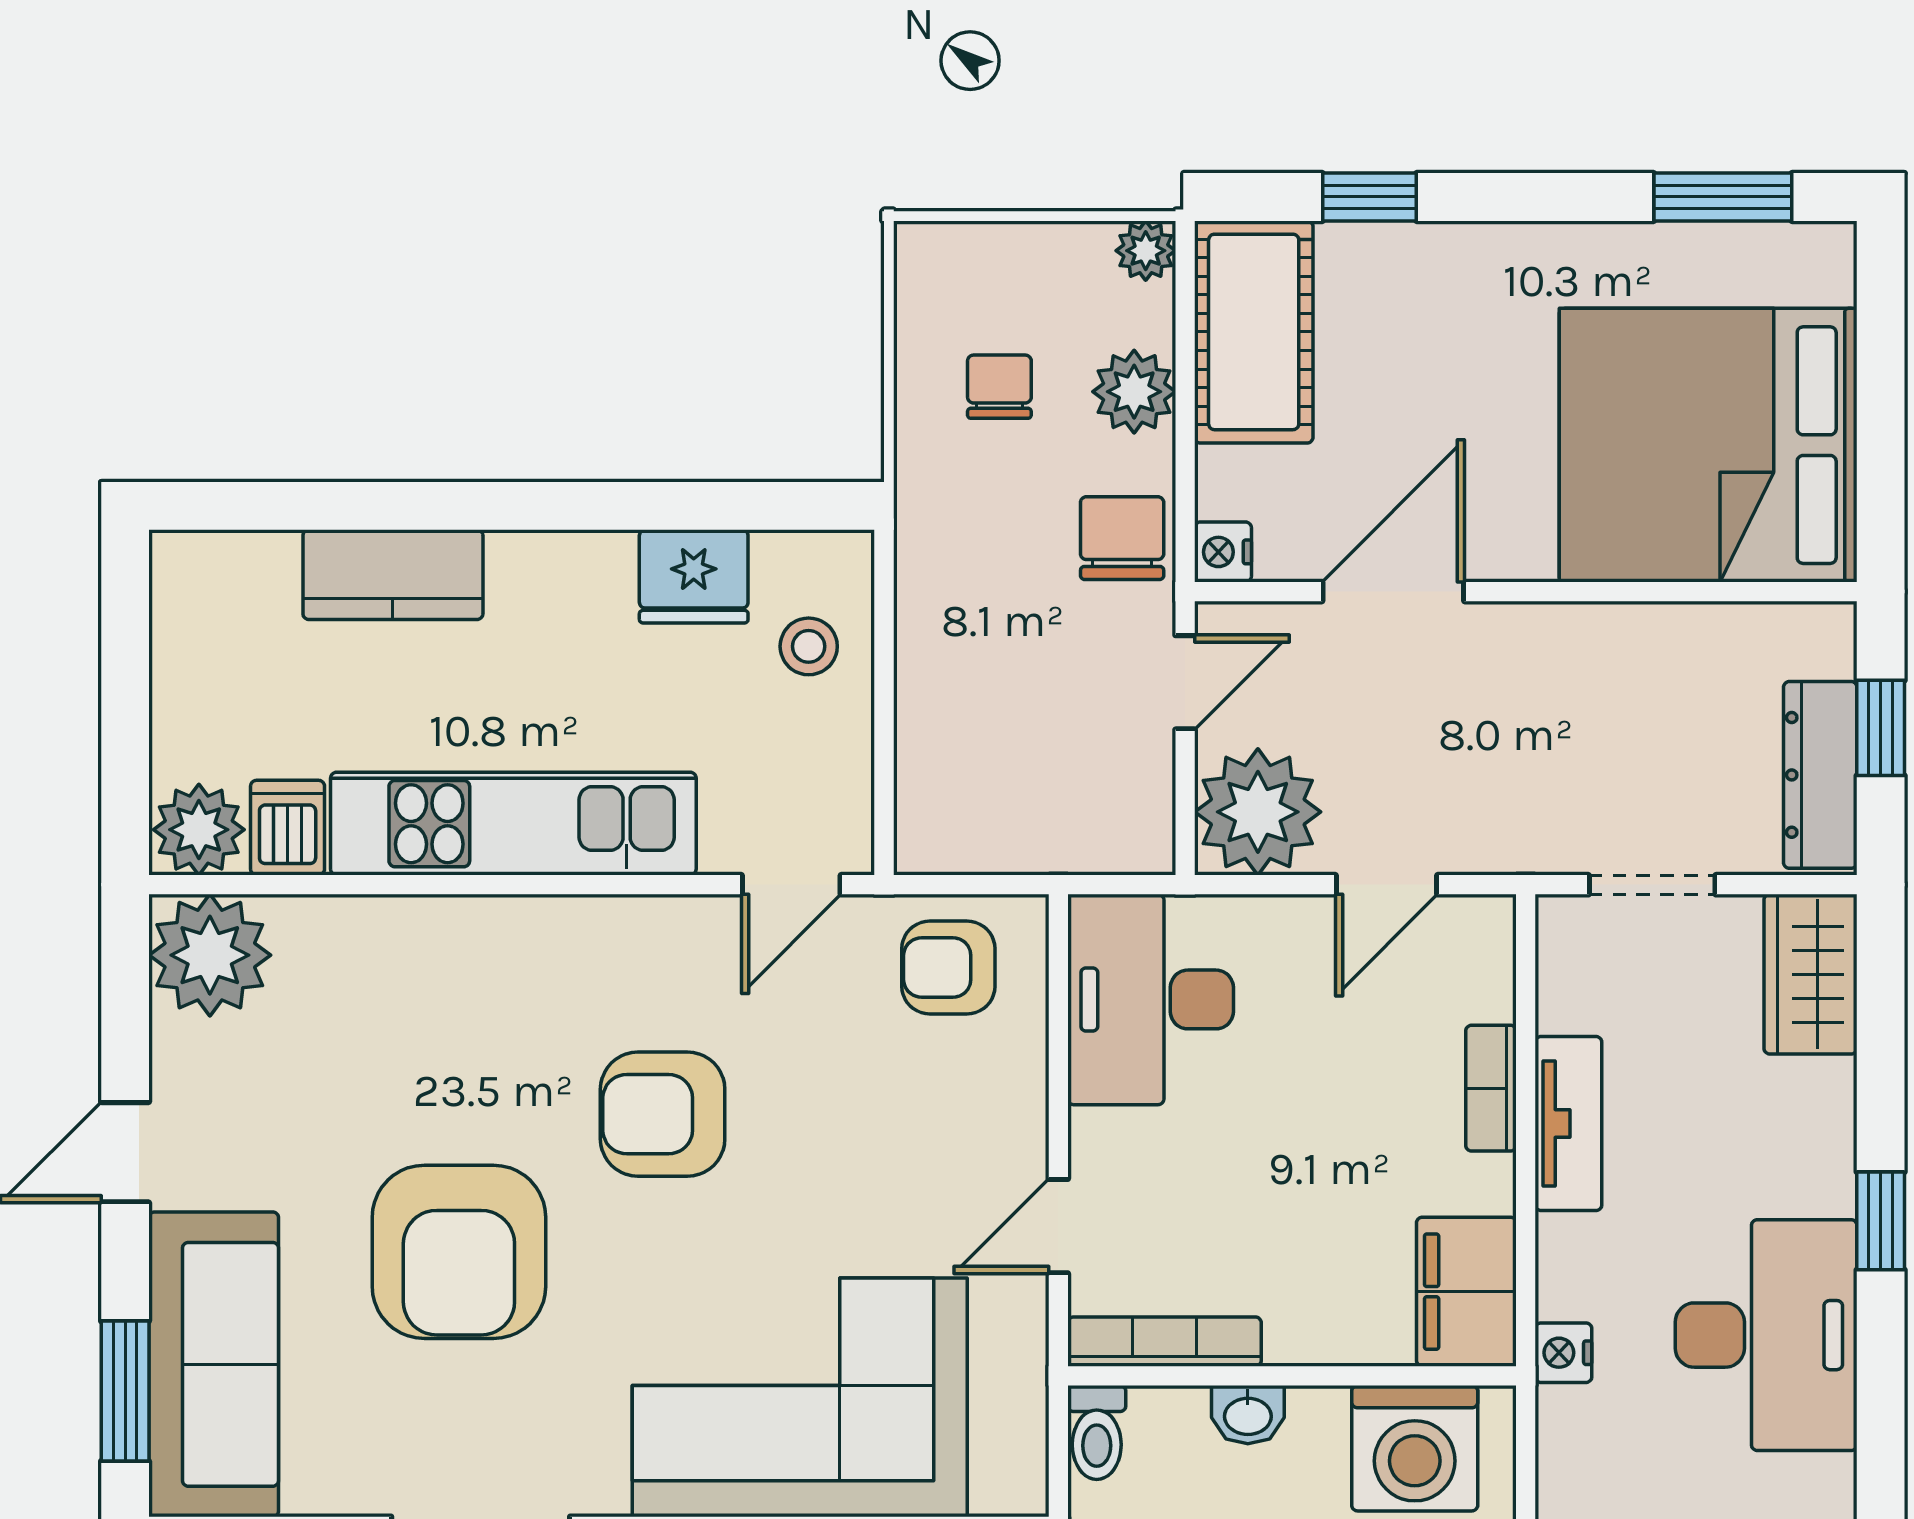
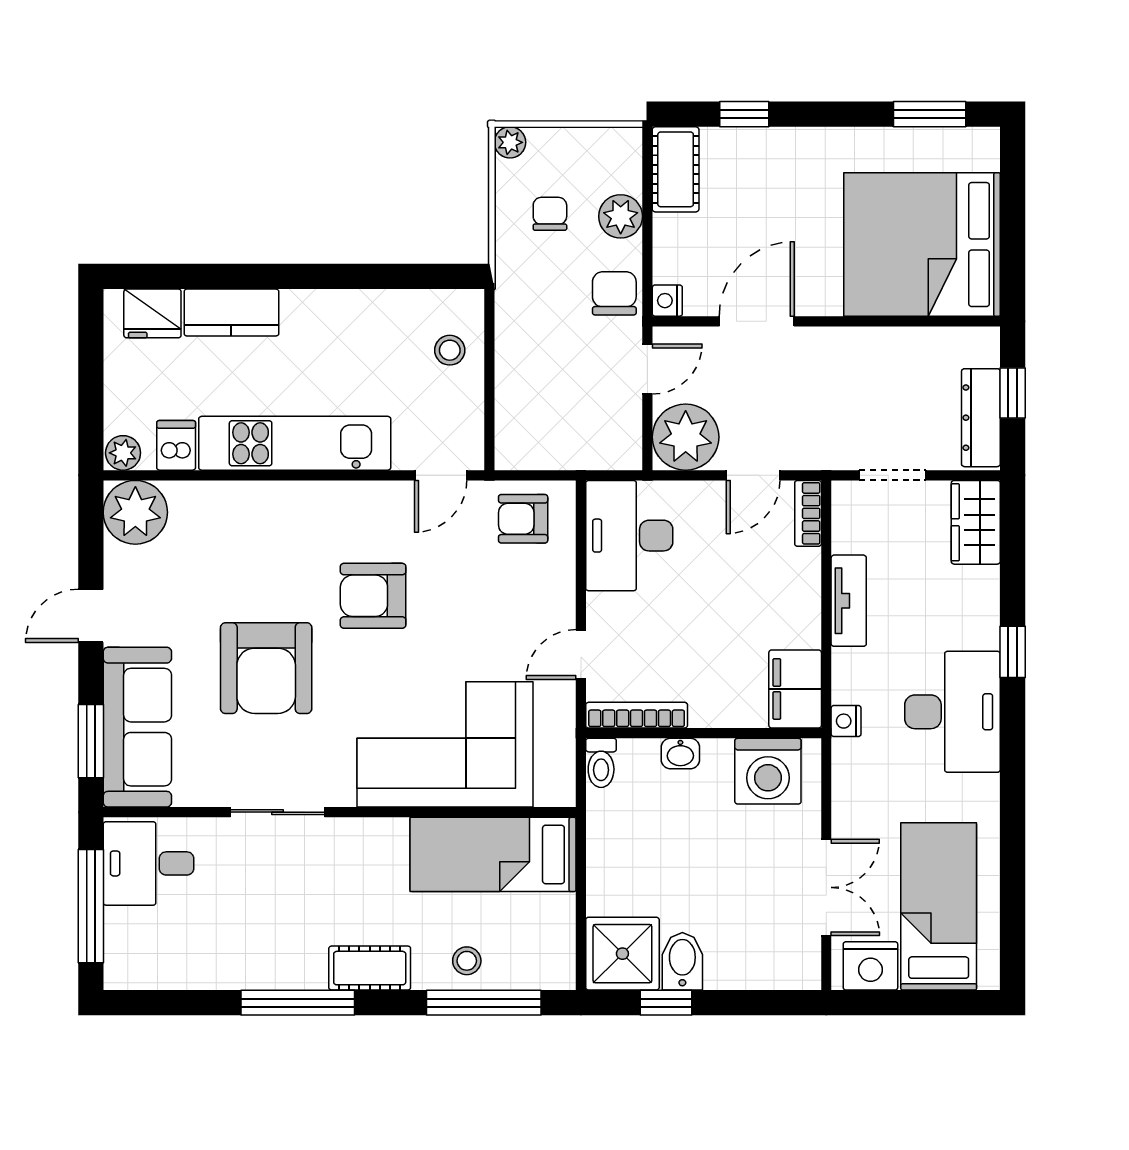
plant: (1146, 251) -> (510, 142), moved
cot: (1254, 332) -> (676, 169), width x0.73, depth x0.75
fridge: (694, 576) -> (152, 313), moved
plant: (199, 830) -> (123, 453), width x0.73, depth x0.73
bookcase: (1491, 1088) -> (808, 513), moved

